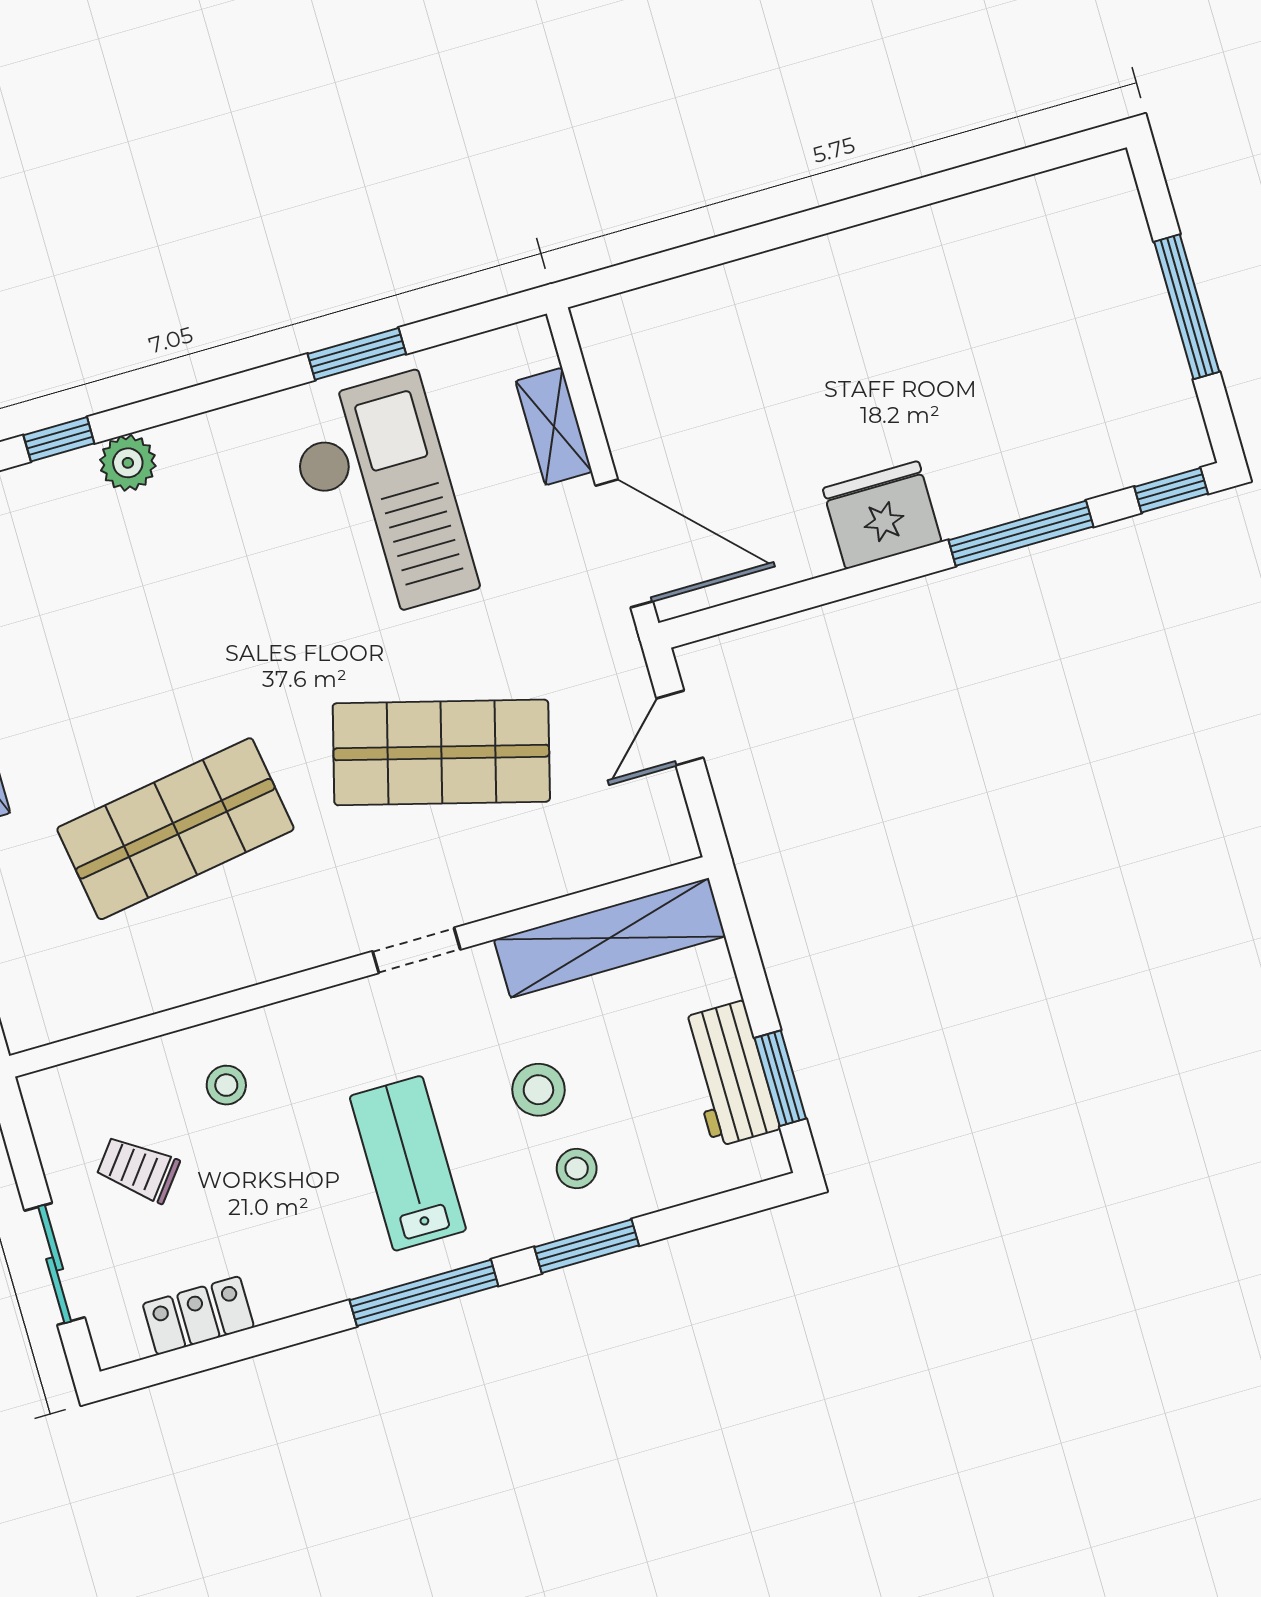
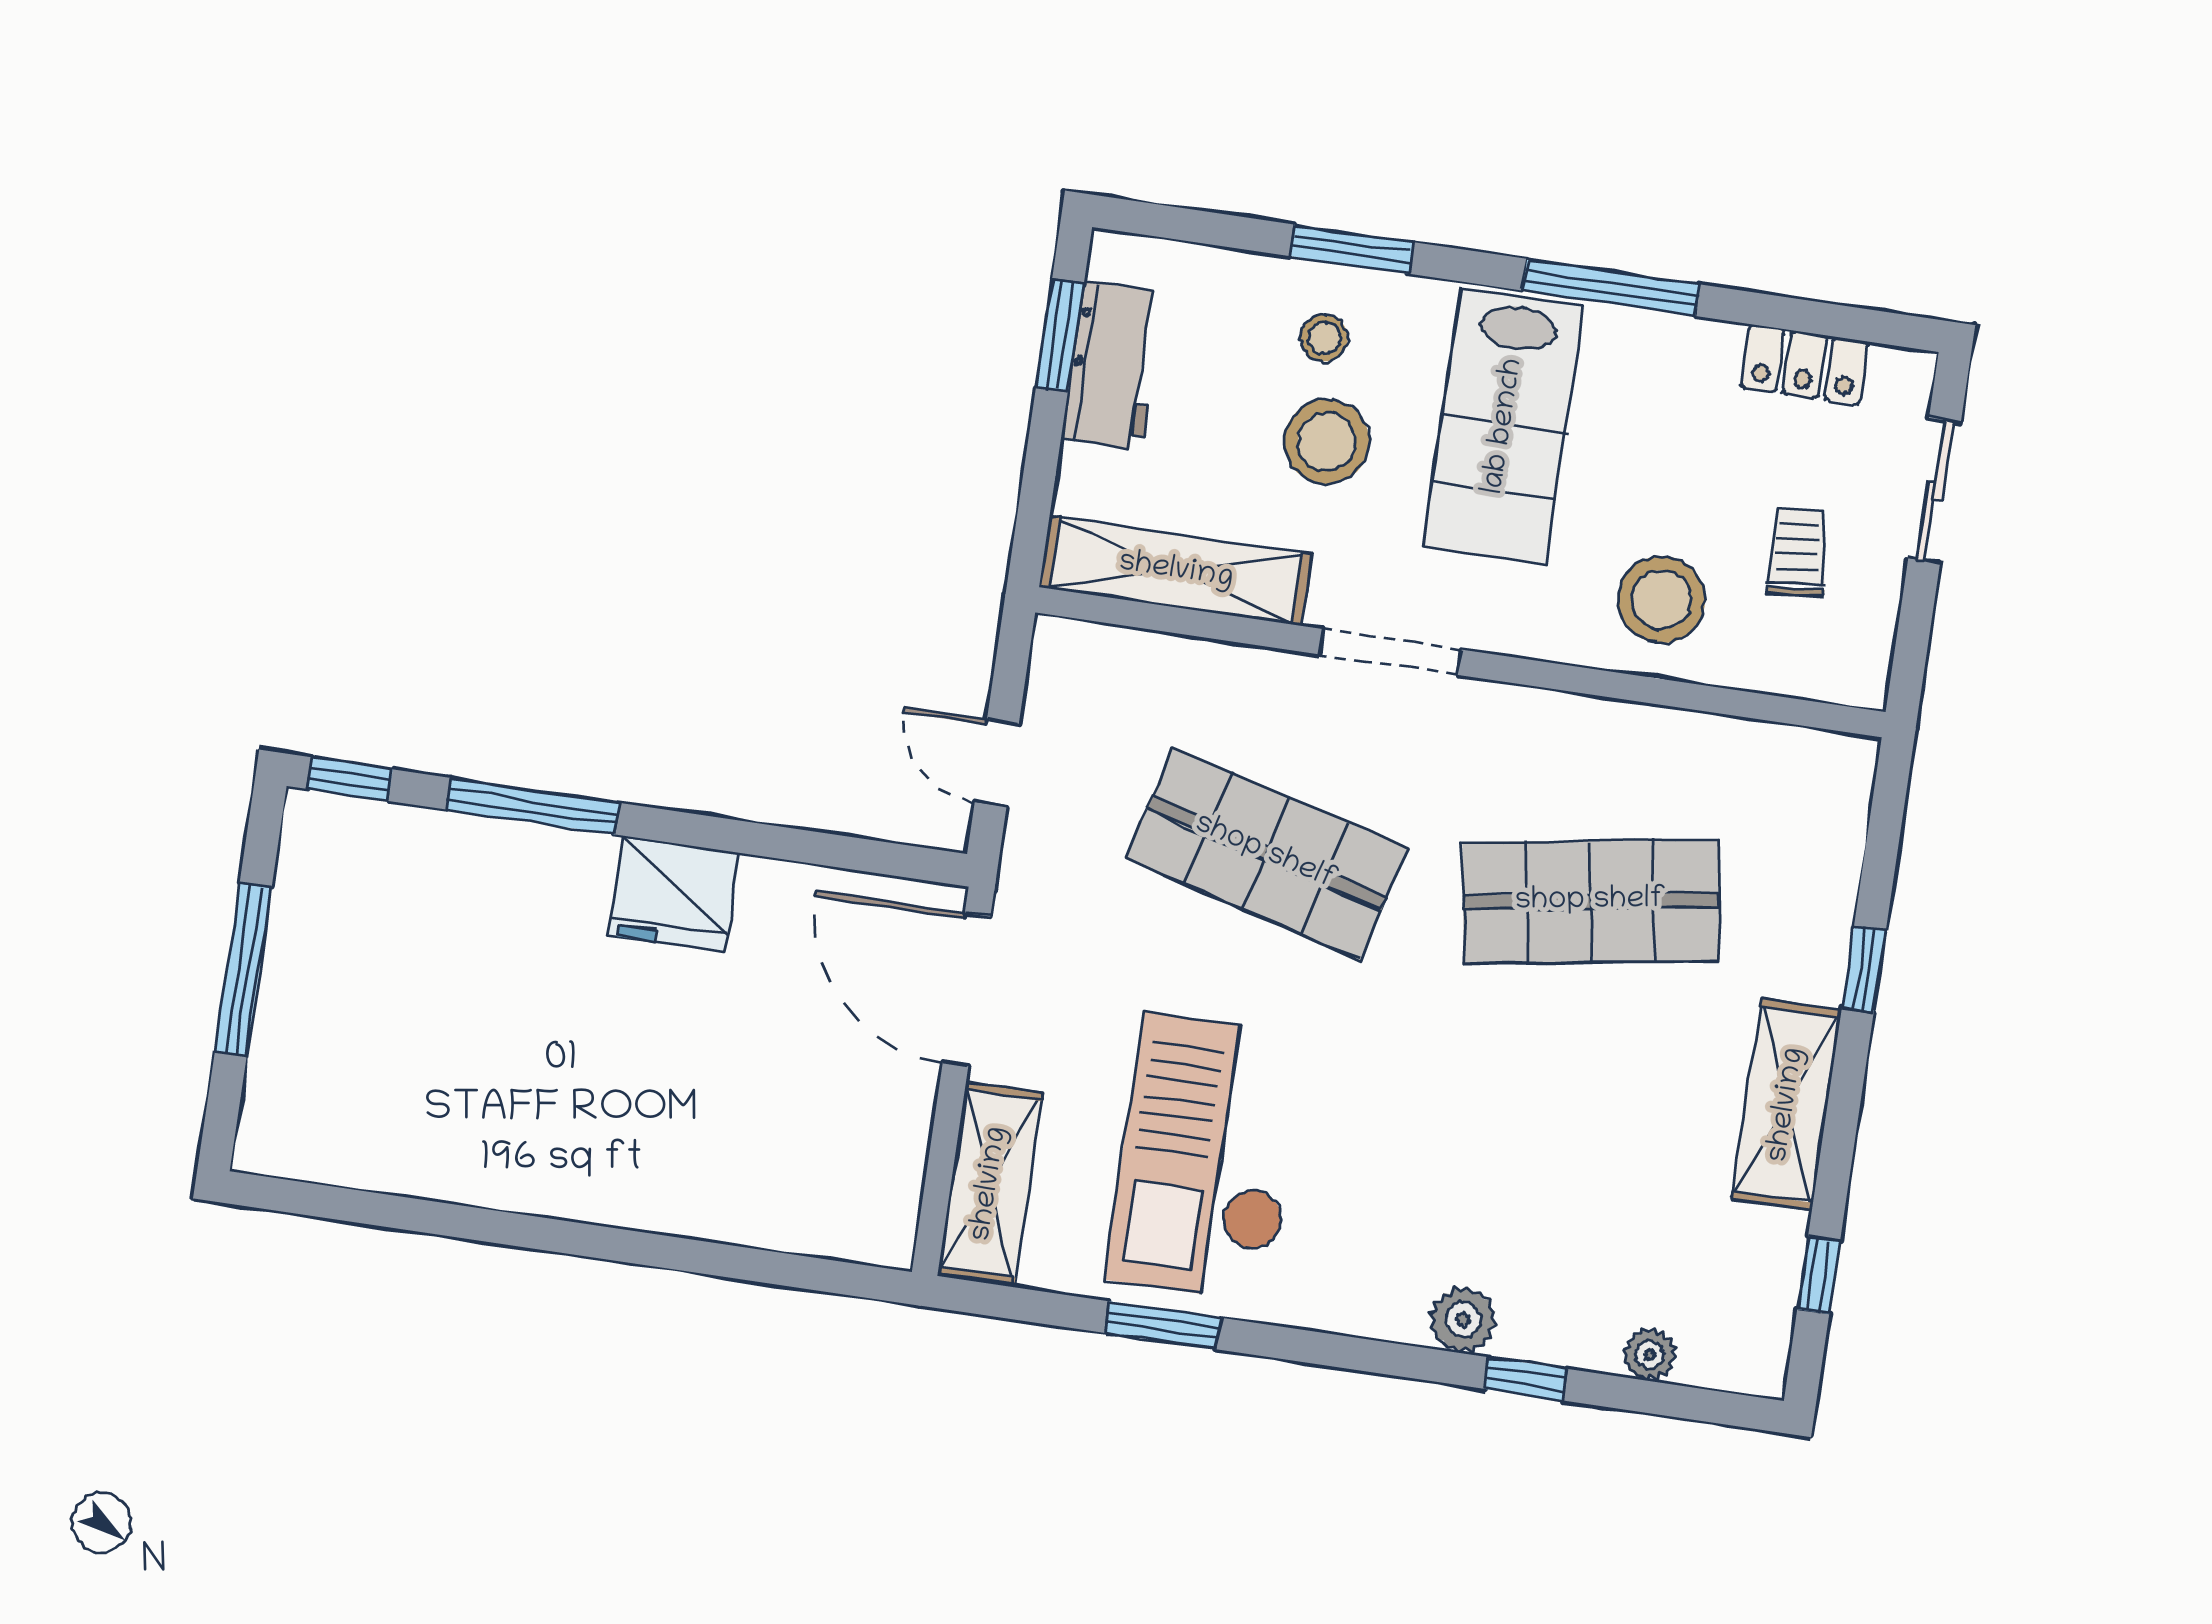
shelving: (554, 426) -> (990, 1184), width x1.50, depth x1.33
door: (680, 728) -> (997, 763), swing flipped
doorway: (416, 950) -> (1390, 652), width x1.38
stool: (226, 1085) -> (1661, 600), width x1.89, depth x1.89
stool: (538, 1090) -> (1327, 442), width x1.38, depth x1.38
lab bench: (408, 1163) -> (1504, 426), width x1.36, depth x1.39
trolley: (138, 1169) -> (1798, 552), turned -133
window: (424, 1293) -> (1611, 287), moved

